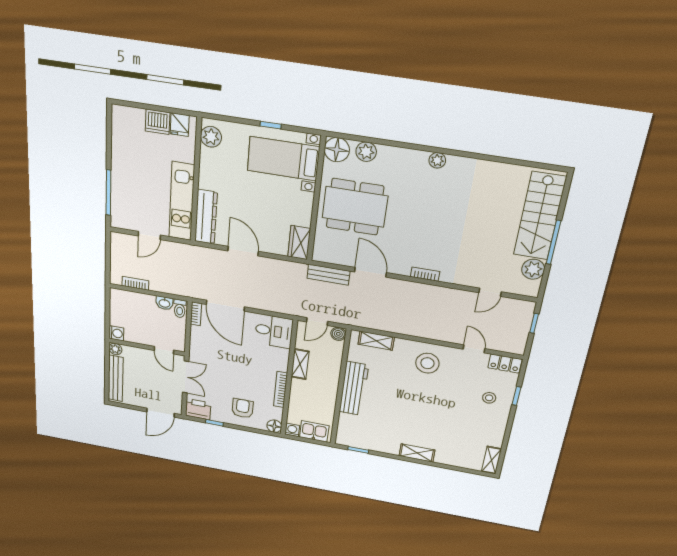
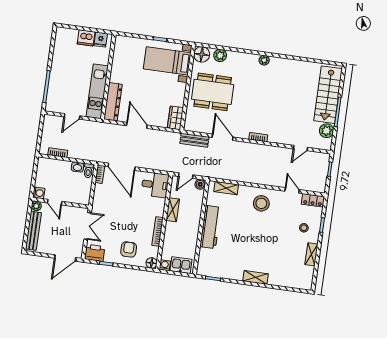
plant: (211, 137) -> (121, 47), removed
door: (164, 350) -> (55, 202), moved
shelving: (491, 460) -> (311, 254), moved

